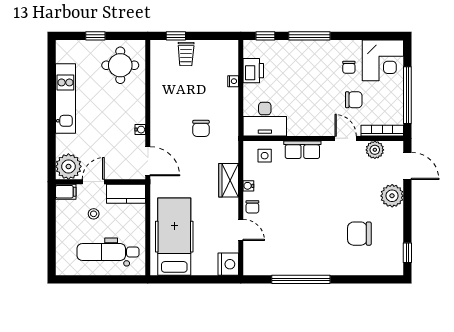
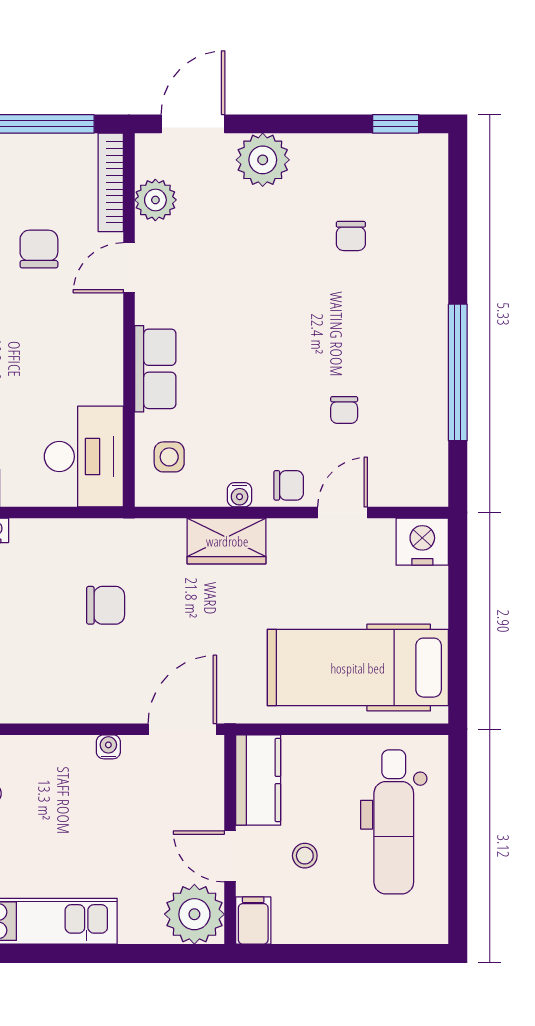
chair: (285, 231) -> (344, 410), added
chair: (359, 234) -> (351, 236), width x0.54, depth x0.54

